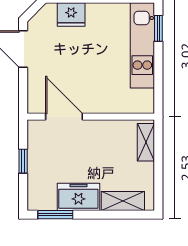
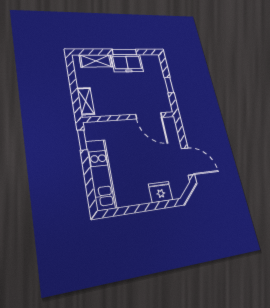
window: (158, 28) -> (82, 140), moved
window: (55, 215) -> (124, 52), moved

